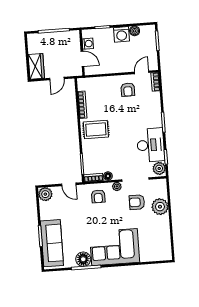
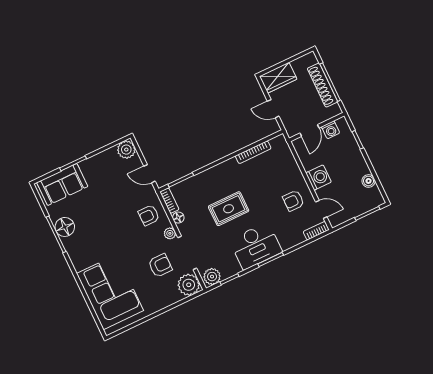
washing machine: (122, 34) -> (318, 177), moved, turned 180
shoe rack: (54, 37) -> (322, 85), added
rug: (96, 129) -> (229, 209), moved, turned 90
desk: (151, 145) -> (256, 246), moved
door: (69, 184) -> (149, 174), hinge flipped
armchair: (137, 202) -> (160, 265), turned 90
plant: (160, 207) -> (189, 285), moved
sofa: (52, 243) -> (62, 185), width x0.73
corner sofa: (115, 247) -> (110, 292), moved

